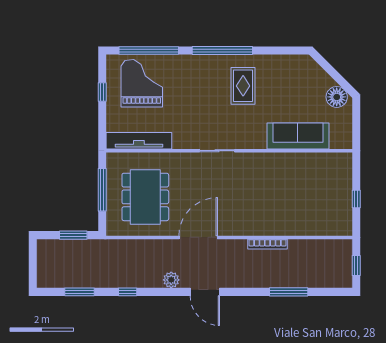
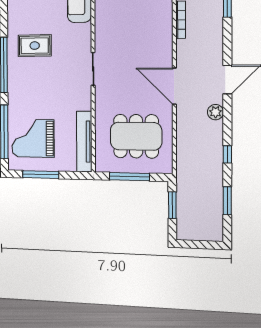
window: (102, 92) -> (41, 175), width x2.17

